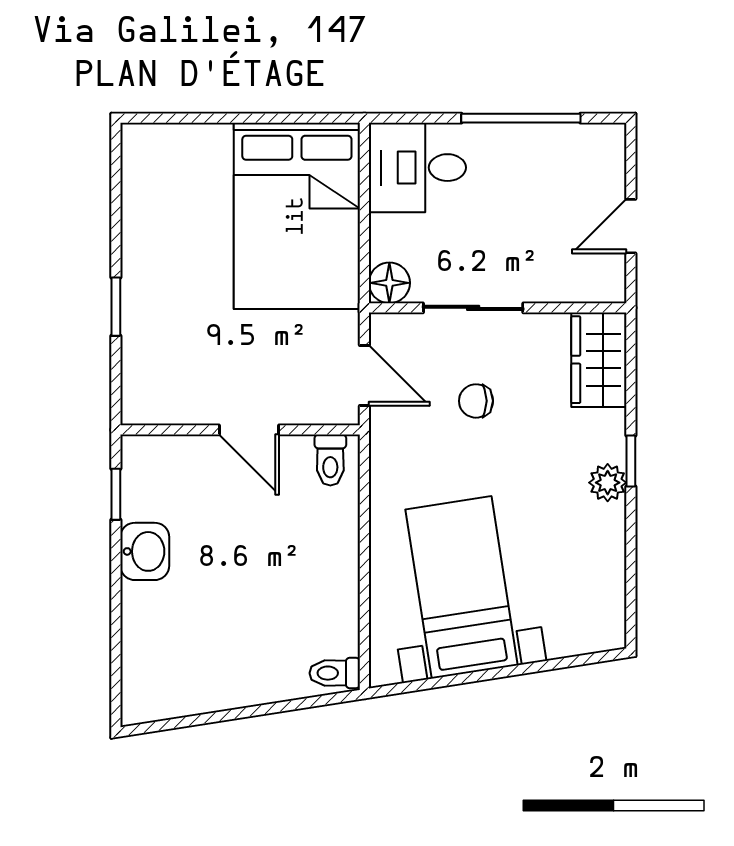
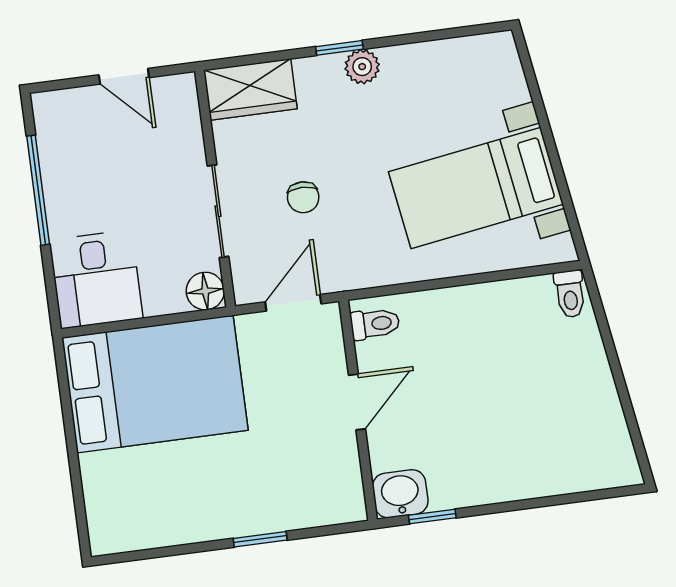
washbasin: (145, 551) -> (400, 494), moved

